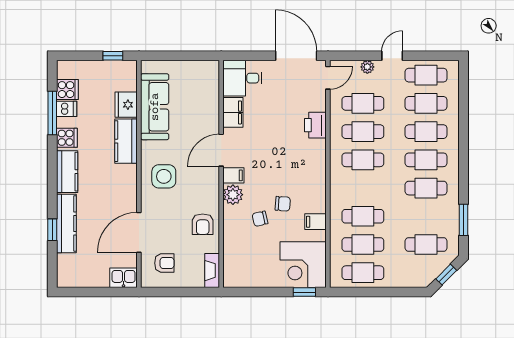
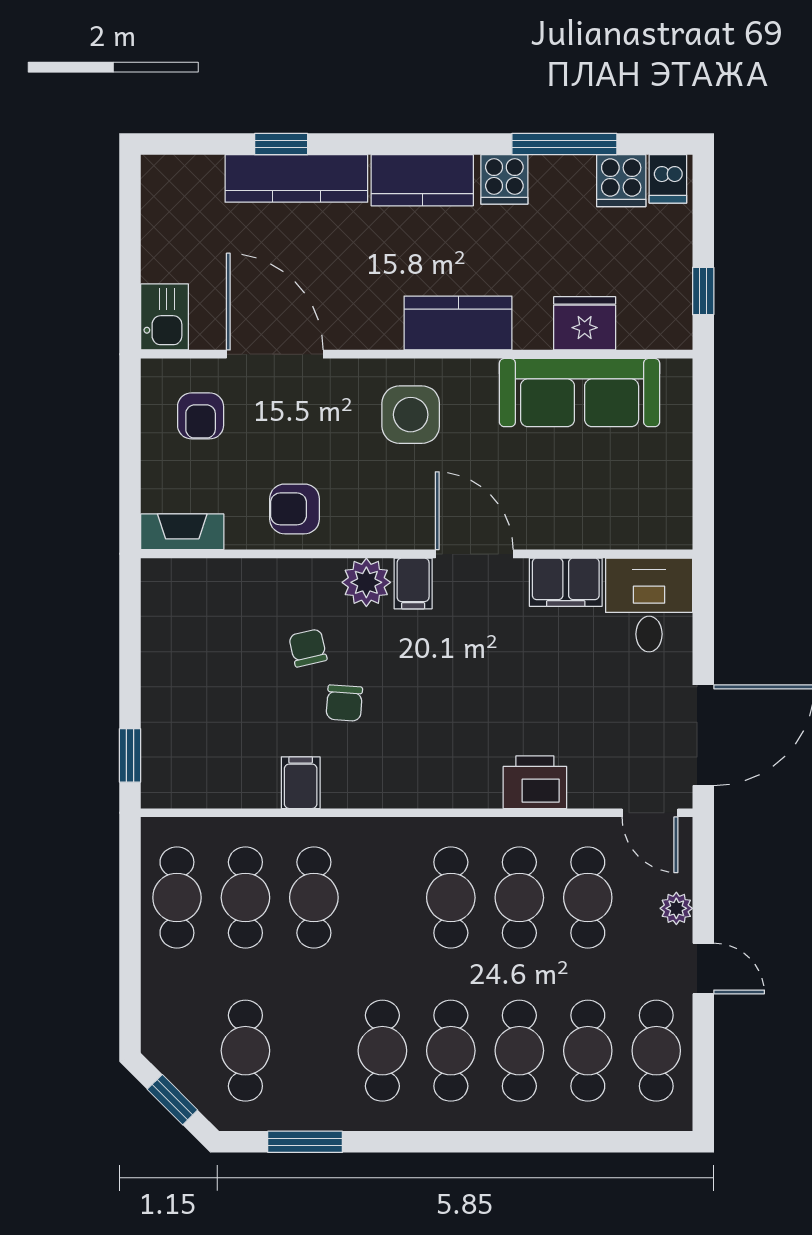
dishwasher: (67, 109) -> (668, 179), moved
kitchen counter: (126, 141) -> (458, 323), moved
corner desk: (303, 265) -> (196, 753), removed

